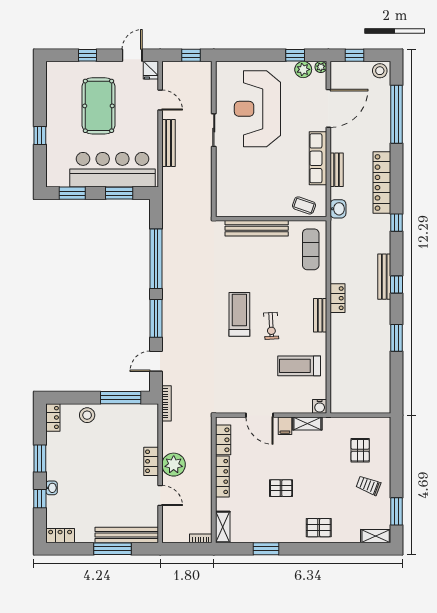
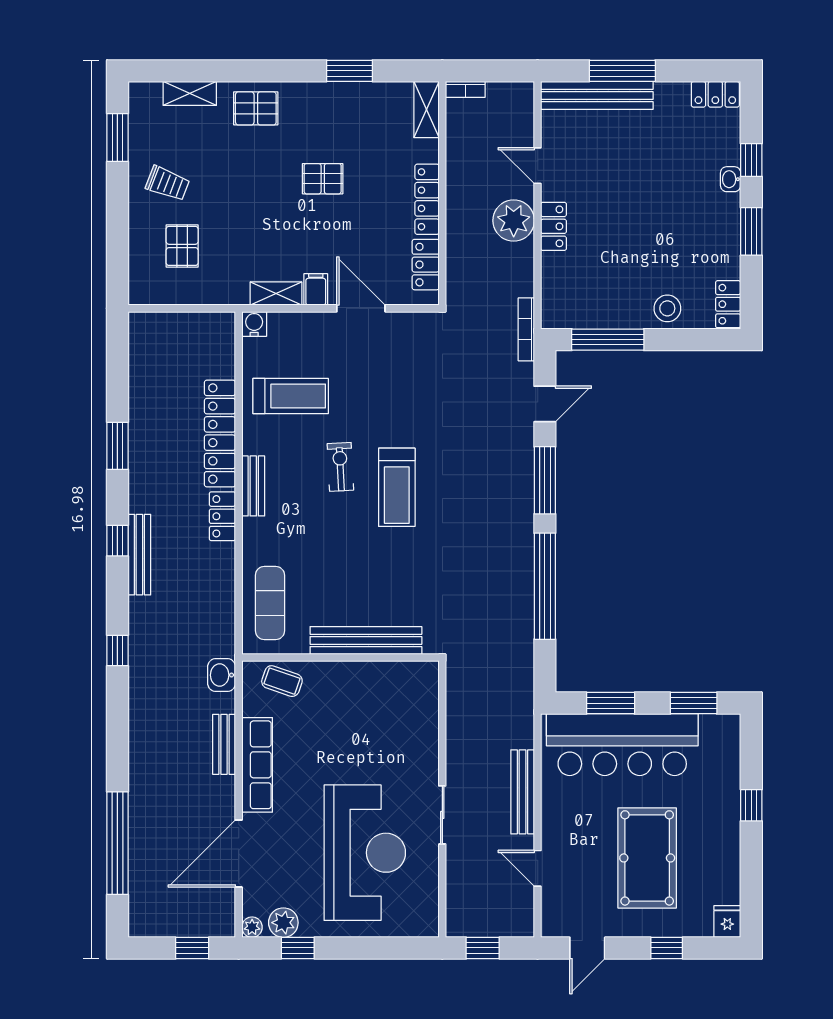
fridge: (151, 70) -> (727, 921), moved
stool: (380, 71) -> (147, 920), removed
locker: (382, 183) -> (220, 434), moved, turned 180
shelving: (376, 536) -> (190, 93), moved

